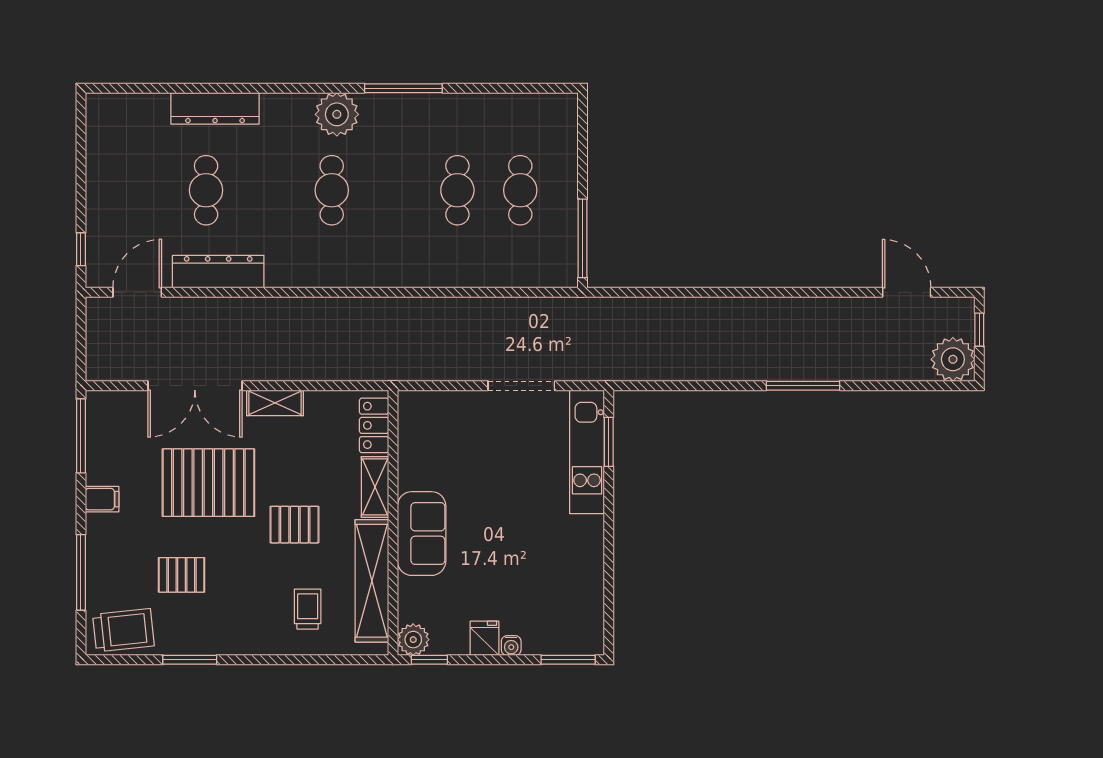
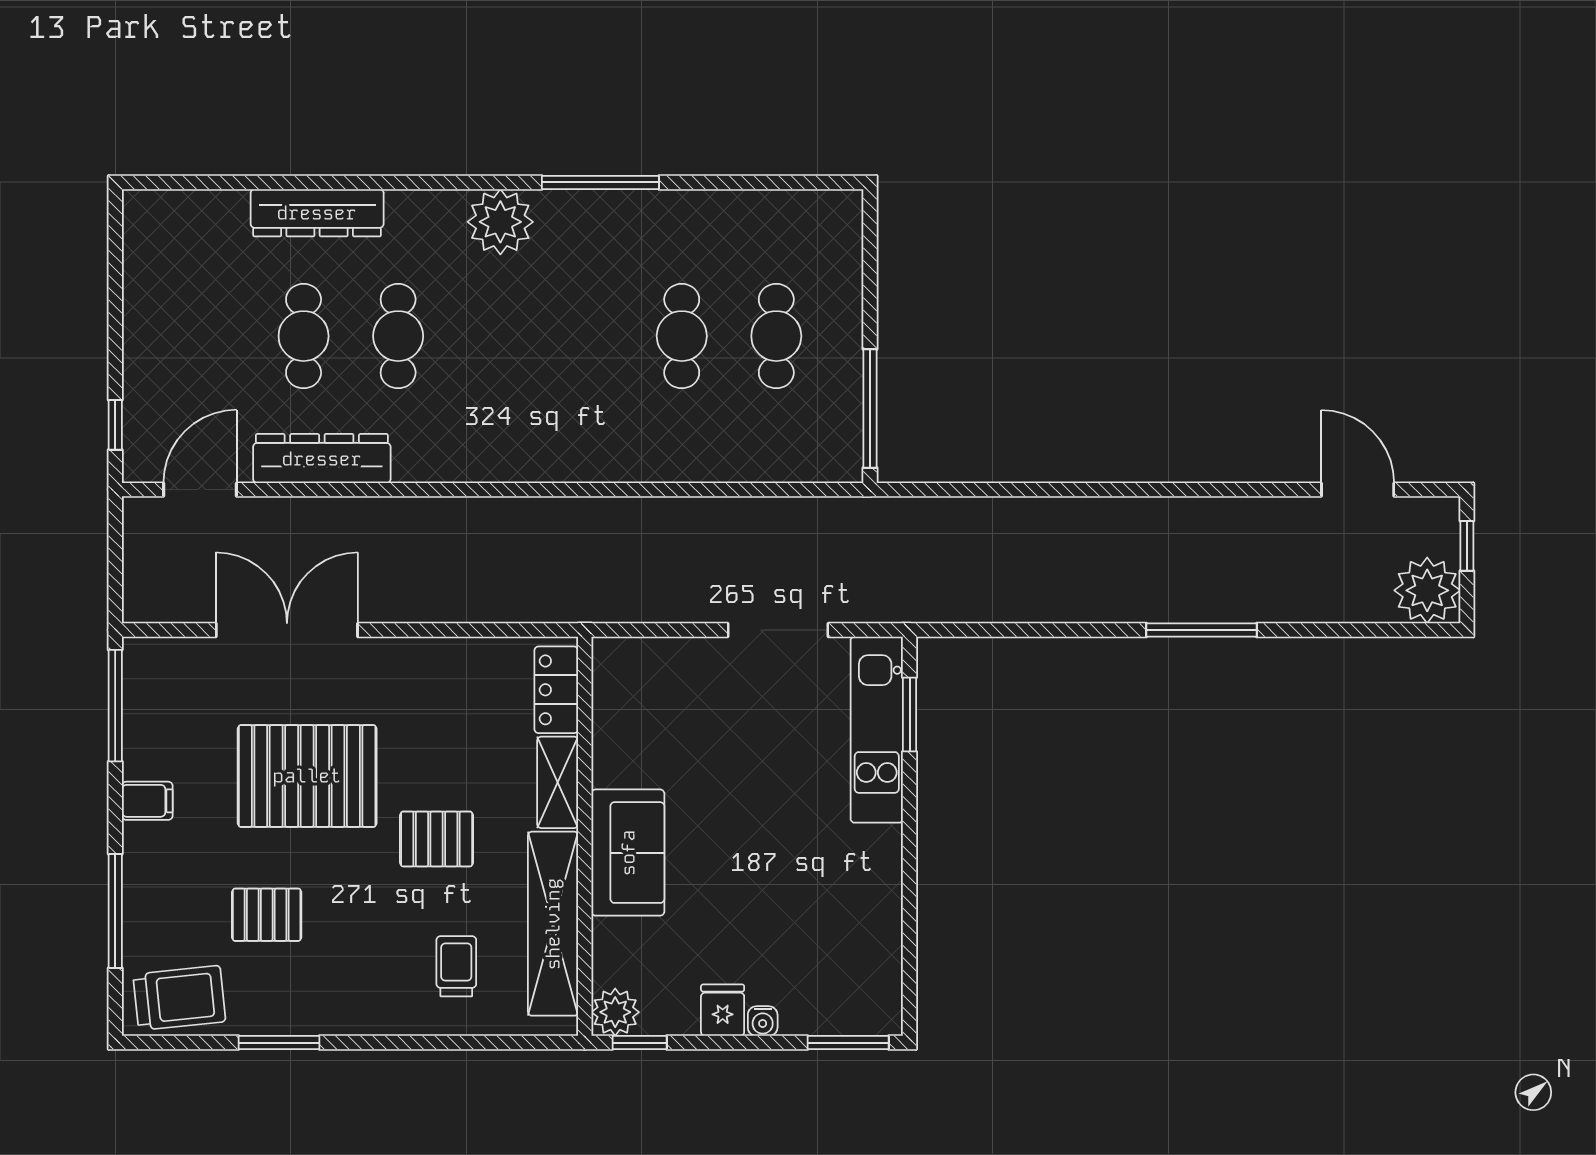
cafe table: (332, 190) -> (398, 336), moved
double door: (195, 386) -> (287, 630), swing flipped
shelving: (275, 403) -> (407, 656), removed

